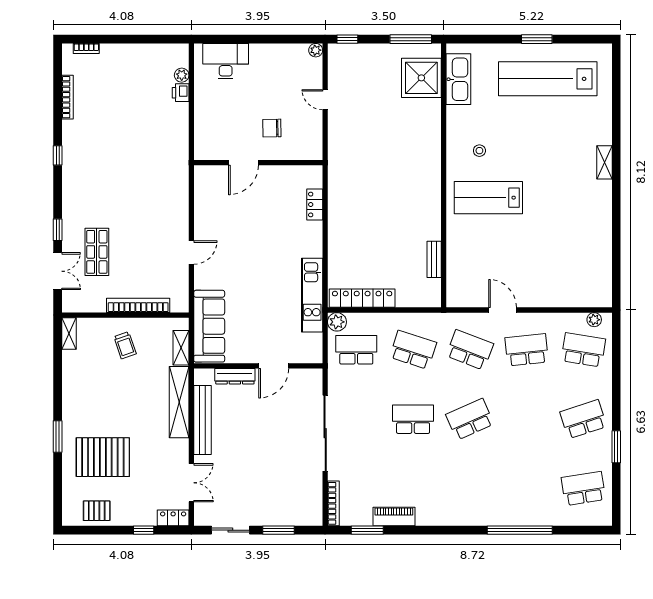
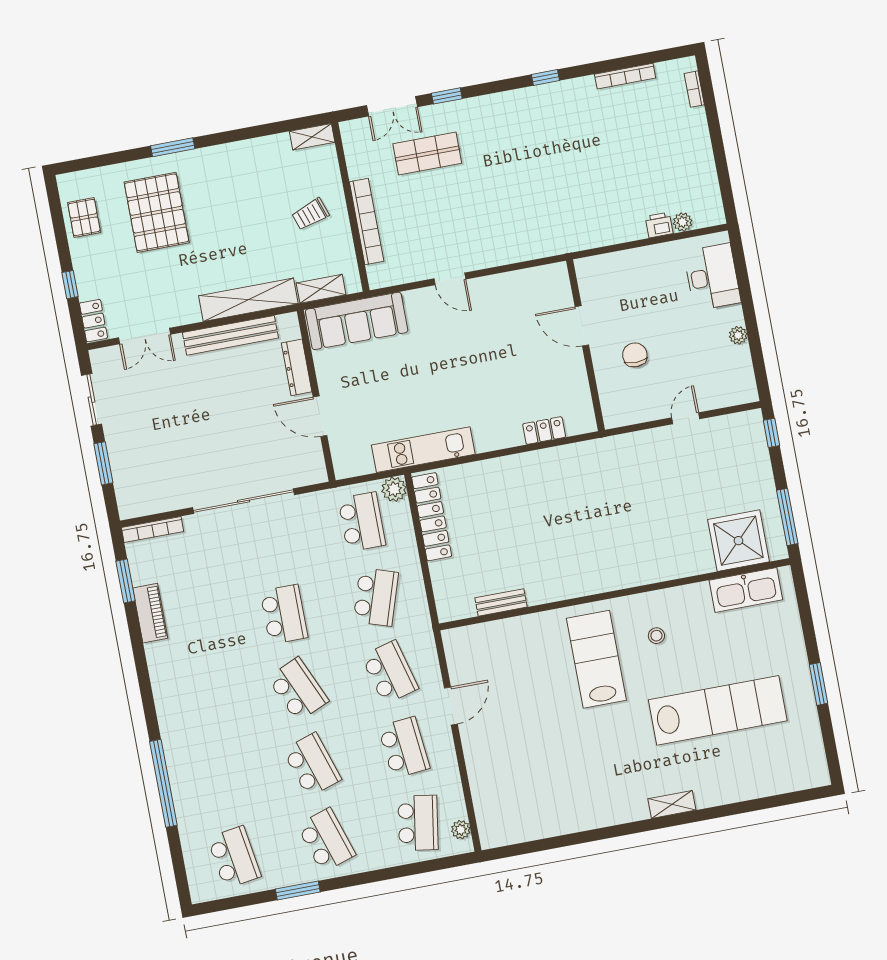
plant: (316, 50) -> (738, 335), moved
lab bench: (548, 79) -> (718, 710), moved, turned 90
school desk: (470, 350) -> (390, 672), turned -36
school desk: (527, 419) -> (312, 765), added

